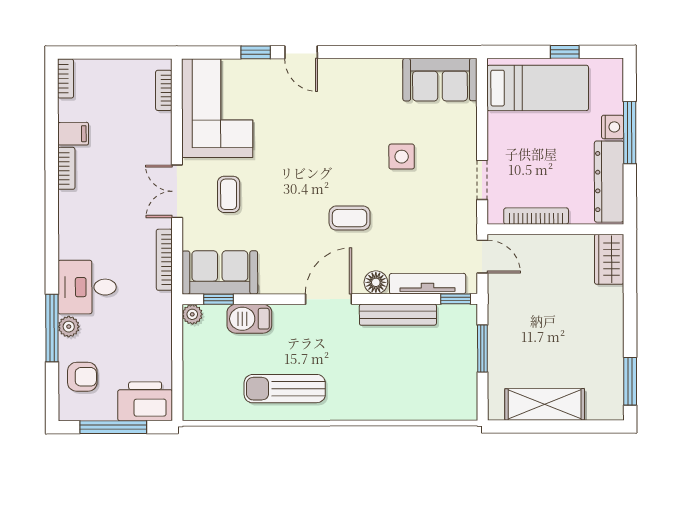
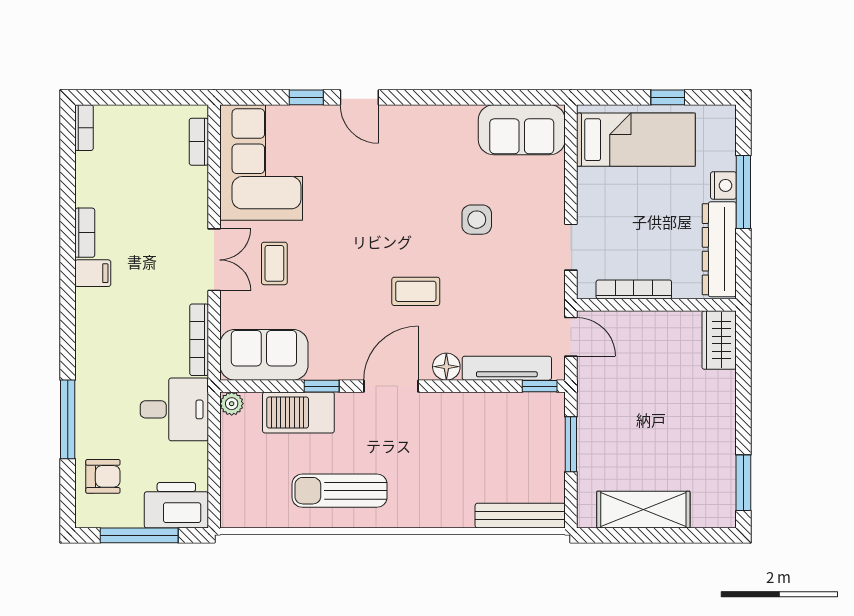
filing cabinet: (73, 134) -> (93, 273), moved
double door: (177, 191) -> (214, 260), swing flipped
desk: (87, 287) -> (174, 409), moved, turned 180
window: (219, 299) -> (322, 386), moved
bench: (398, 315) -> (520, 516), moved
barbecue: (249, 319) -> (298, 412), width x1.37, depth x1.21
plant: (69, 327) -> (87, 418), removed

